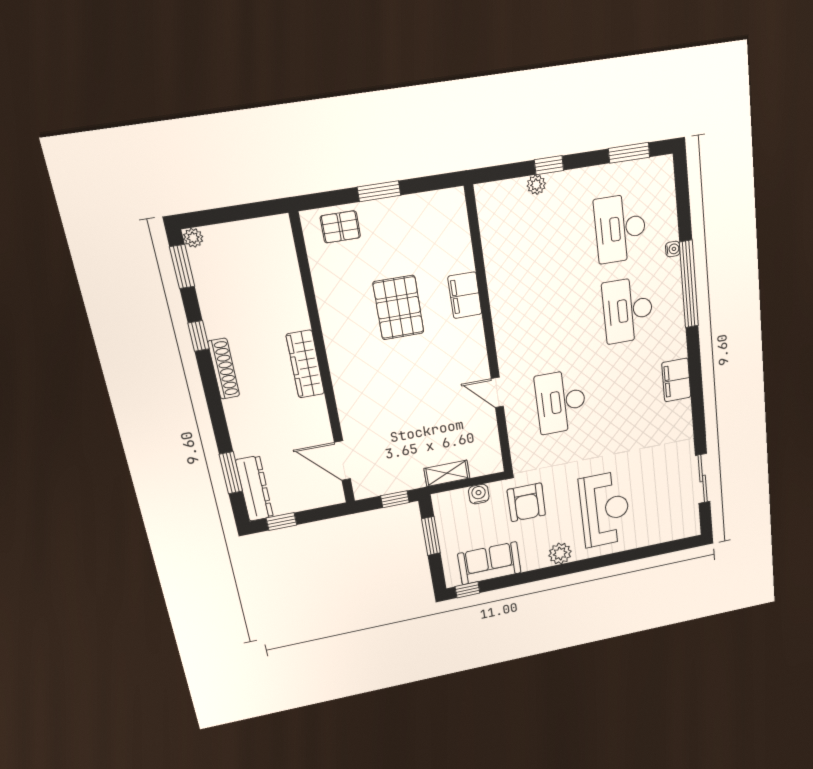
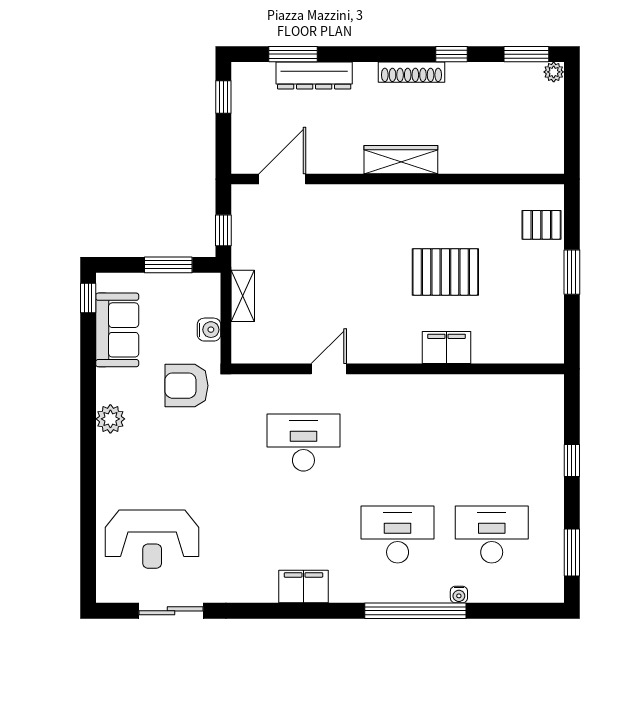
plant: (536, 185) -> (553, 444), removed
pallet: (340, 227) -> (541, 225), turned 90
dresser: (254, 489) -> (314, 76), moved
reception desk: (605, 509) -> (152, 539), moved

